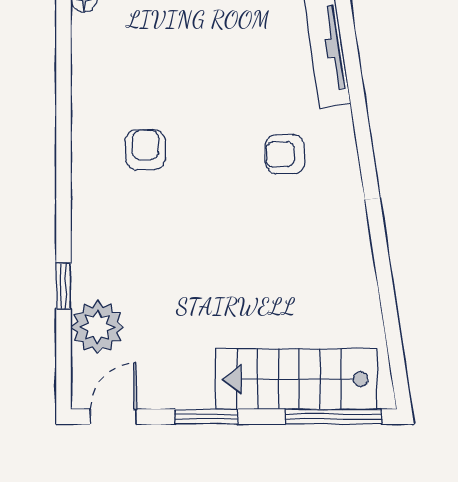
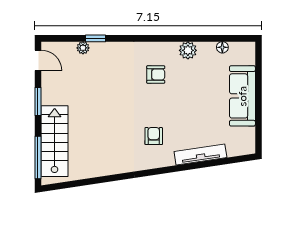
plant: (91, 77) -> (188, 50), added
plant: (97, 327) -> (83, 48), width x0.53, depth x0.53

